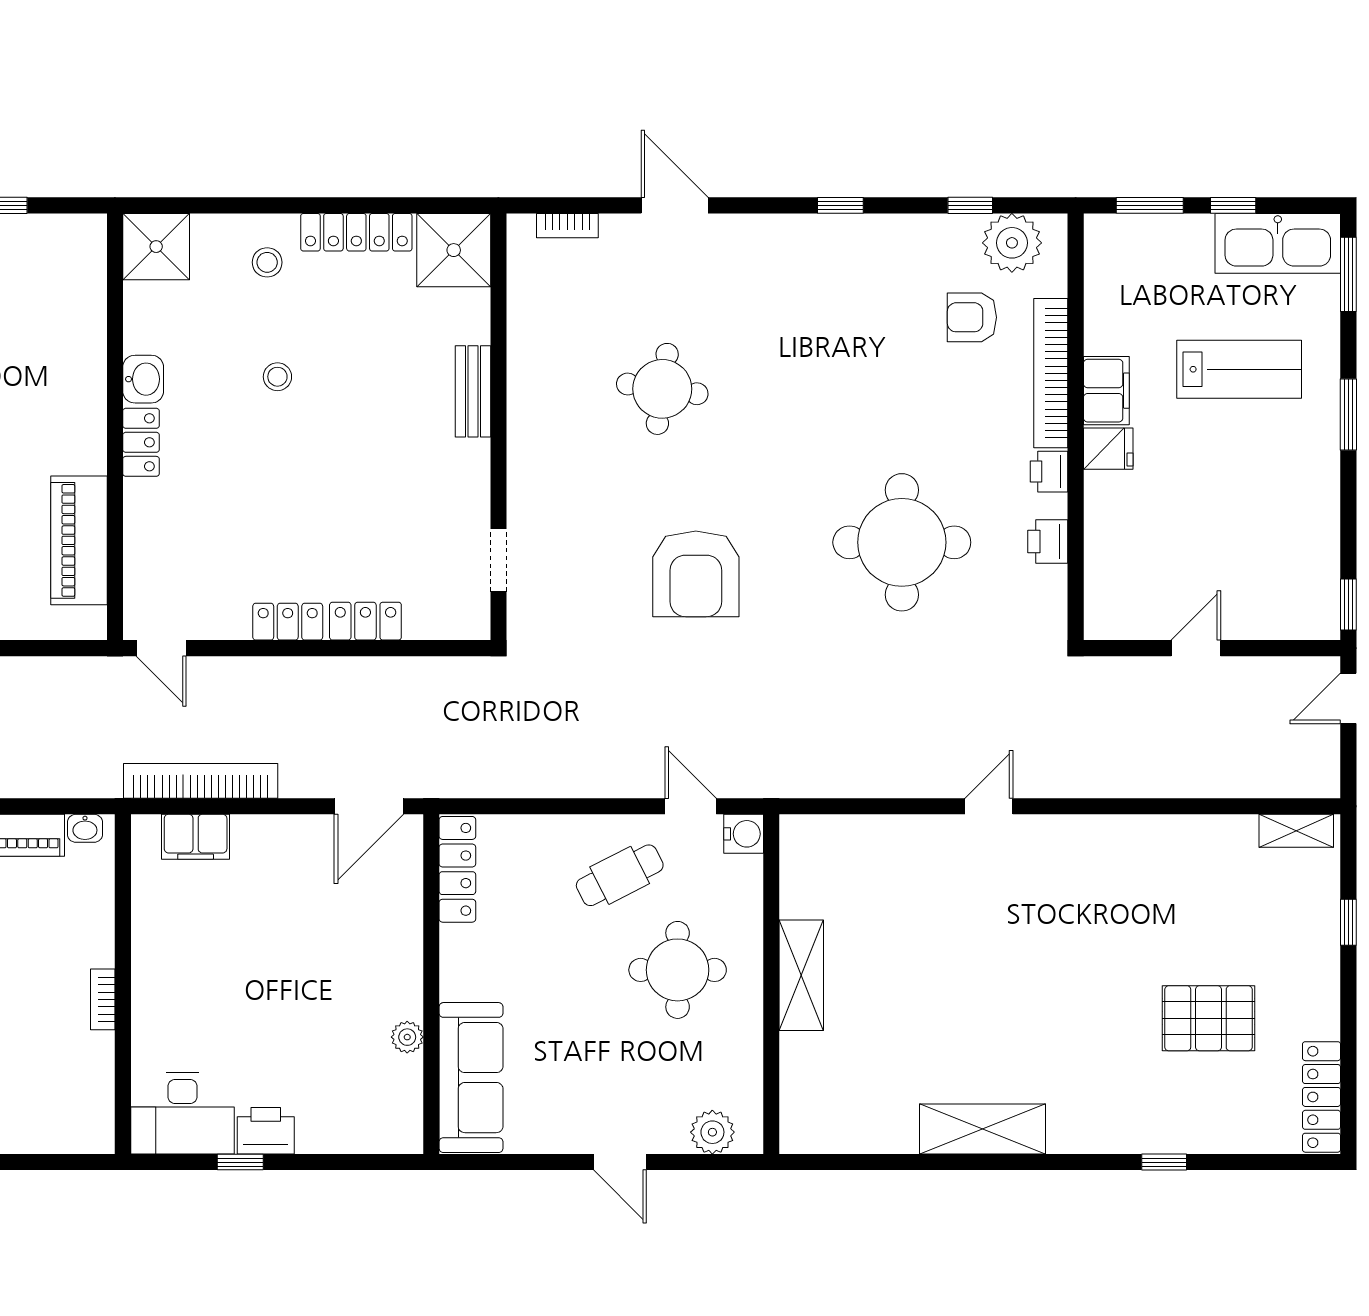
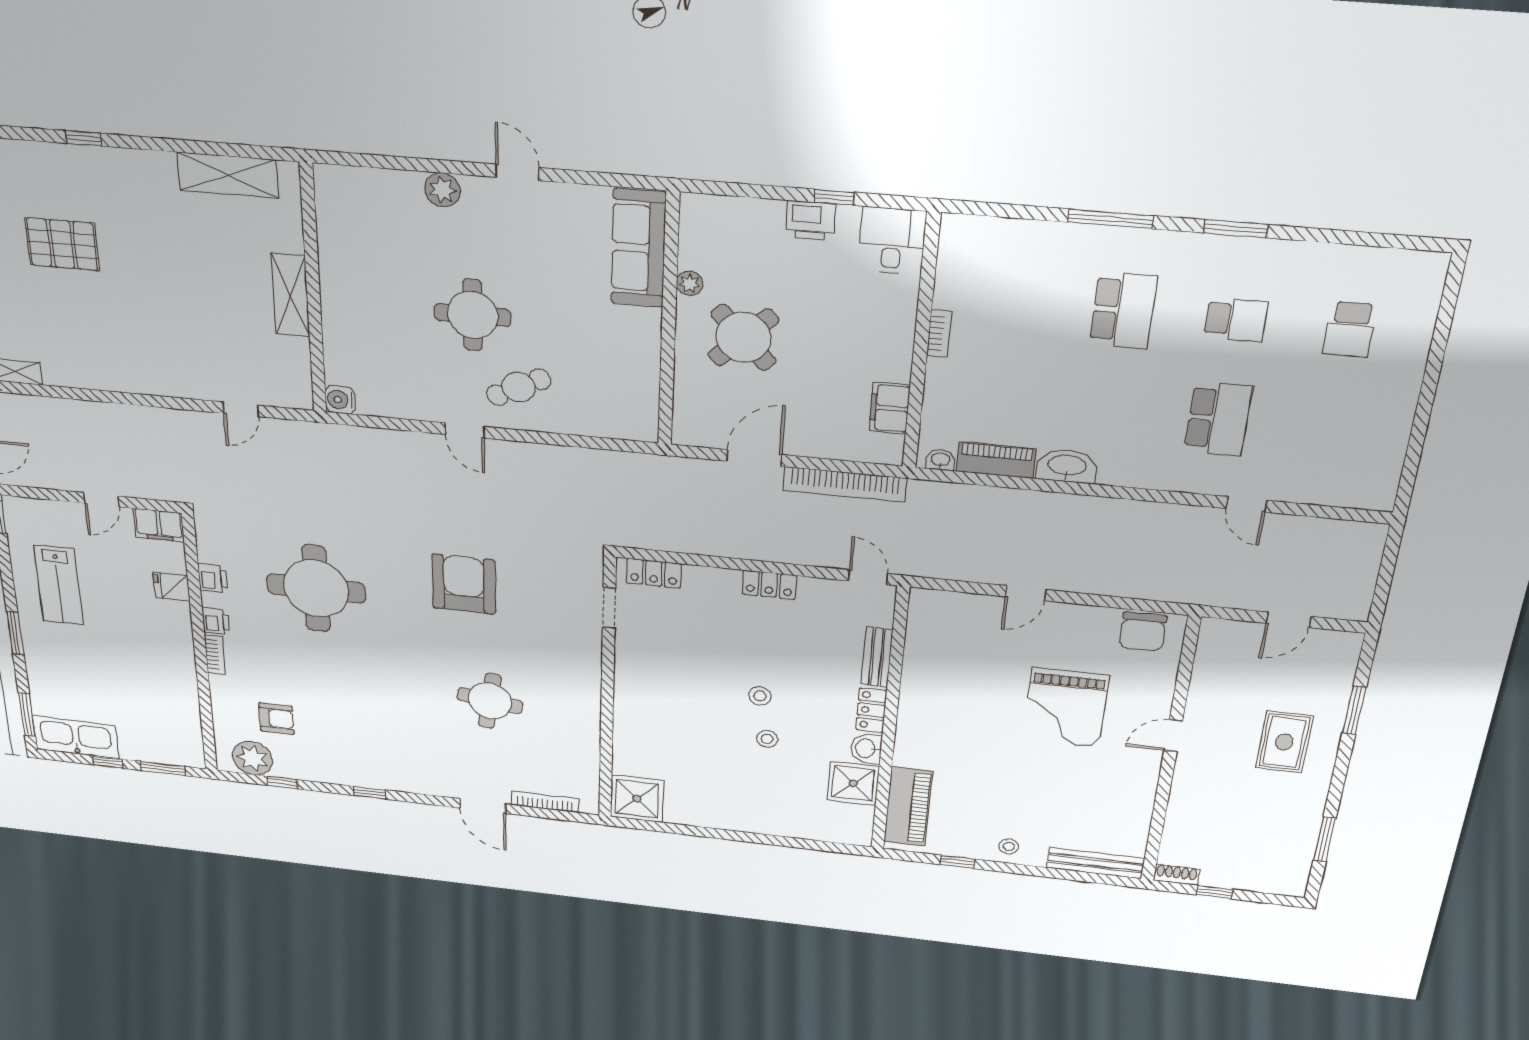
bookcase: (567, 226) -> (545, 802), width x1.56
locker: (356, 232) -> (705, 817), removed
shower: (156, 247) -> (853, 783), moved
stool: (267, 262) -> (760, 696), moved
lab bench: (1239, 369) -> (59, 585), moved, turned -90
bookcase: (1051, 373) -> (215, 654), width x0.43, depth x0.76
bench: (473, 391) -> (877, 657), moved
filing cabinet: (1106, 391) -> (159, 525), moved, turned -90
fridge: (1108, 449) -> (172, 587), moved
piano: (79, 540) -> (908, 807), moved
locker: (365, 621) -> (654, 573), moved
door: (369, 806) -> (754, 458), moved
water cooler: (744, 834) -> (340, 400), moved
filing cabinet: (196, 837) -> (890, 408), moved, turned -90
locker: (457, 869) -> (645, 403), removed
round table: (338, 972) -> (743, 337), added
shelving: (801, 975) -> (290, 295), moved
wall: (771, 984) -> (313, 291), moved
desk: (183, 1113) -> (892, 241), width x0.73

